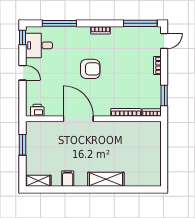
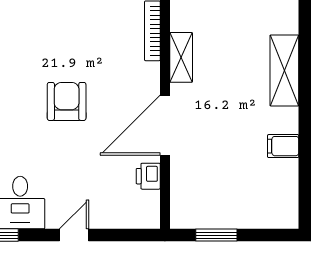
printer: (37, 110) -> (148, 176), moved
shelving: (38, 181) -> (181, 57), moved

